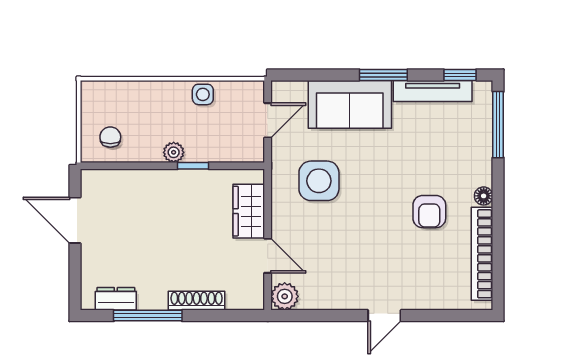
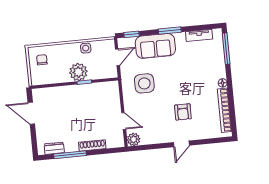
window: (460, 75) -> (132, 34), moved
tv unit: (433, 91) -> (199, 35), width x0.71
chair: (110, 137) -> (42, 60), moved
plant: (174, 152) -> (78, 72), width x1.88, depth x1.88
wardrobe: (249, 211) -> (113, 101), removed
armchair: (429, 212) -> (183, 112), moved

